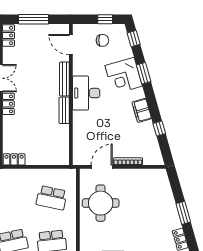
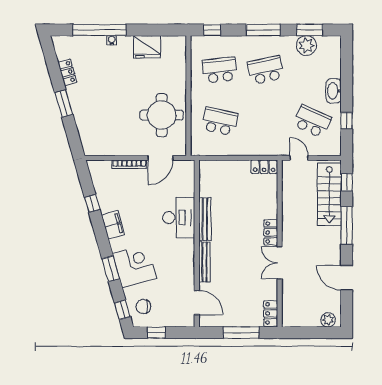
chair: (102, 40) -> (143, 306), moved
desk: (86, 93) -> (179, 218), moved
bench: (64, 110) -> (205, 219), width x1.36

